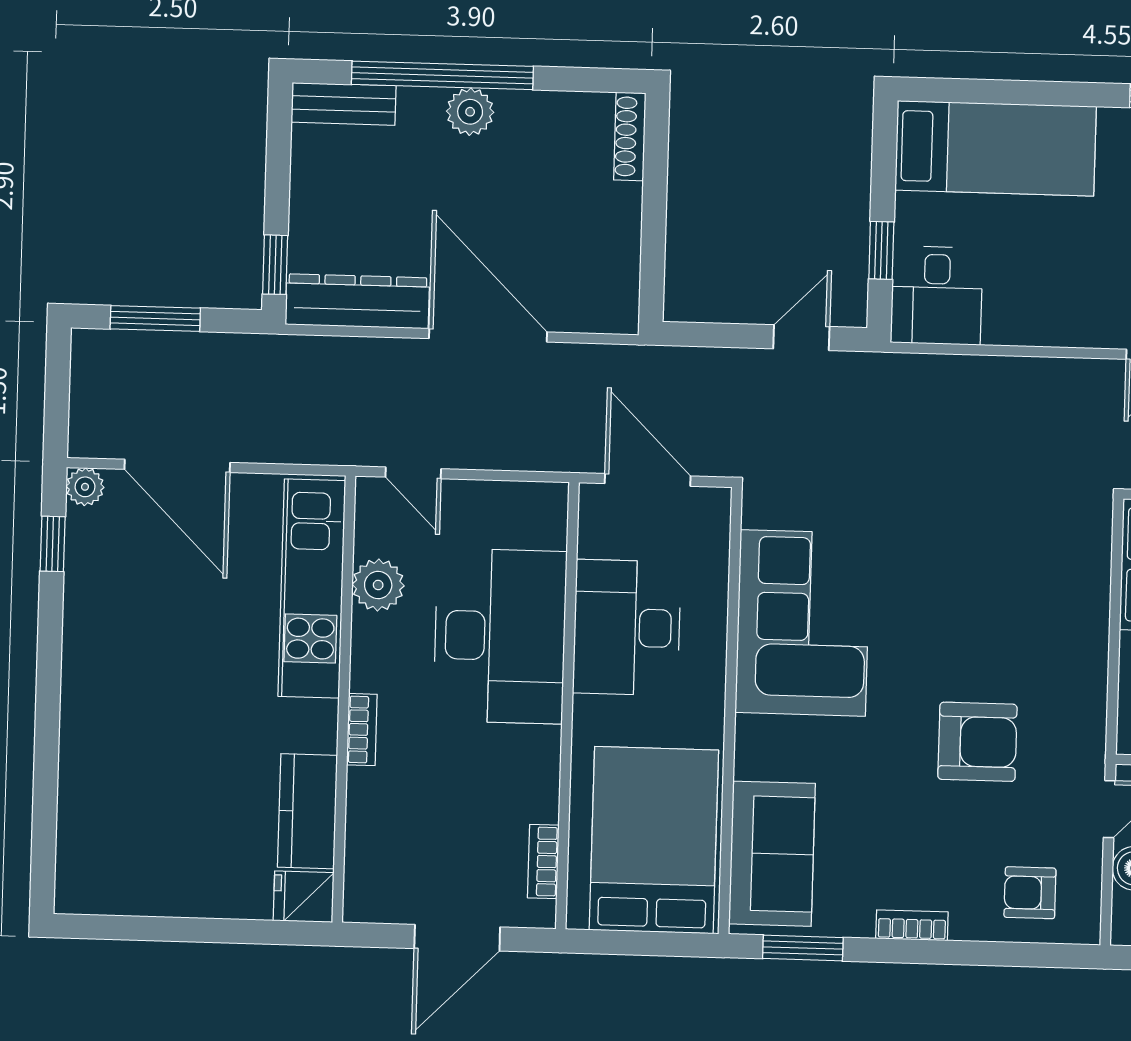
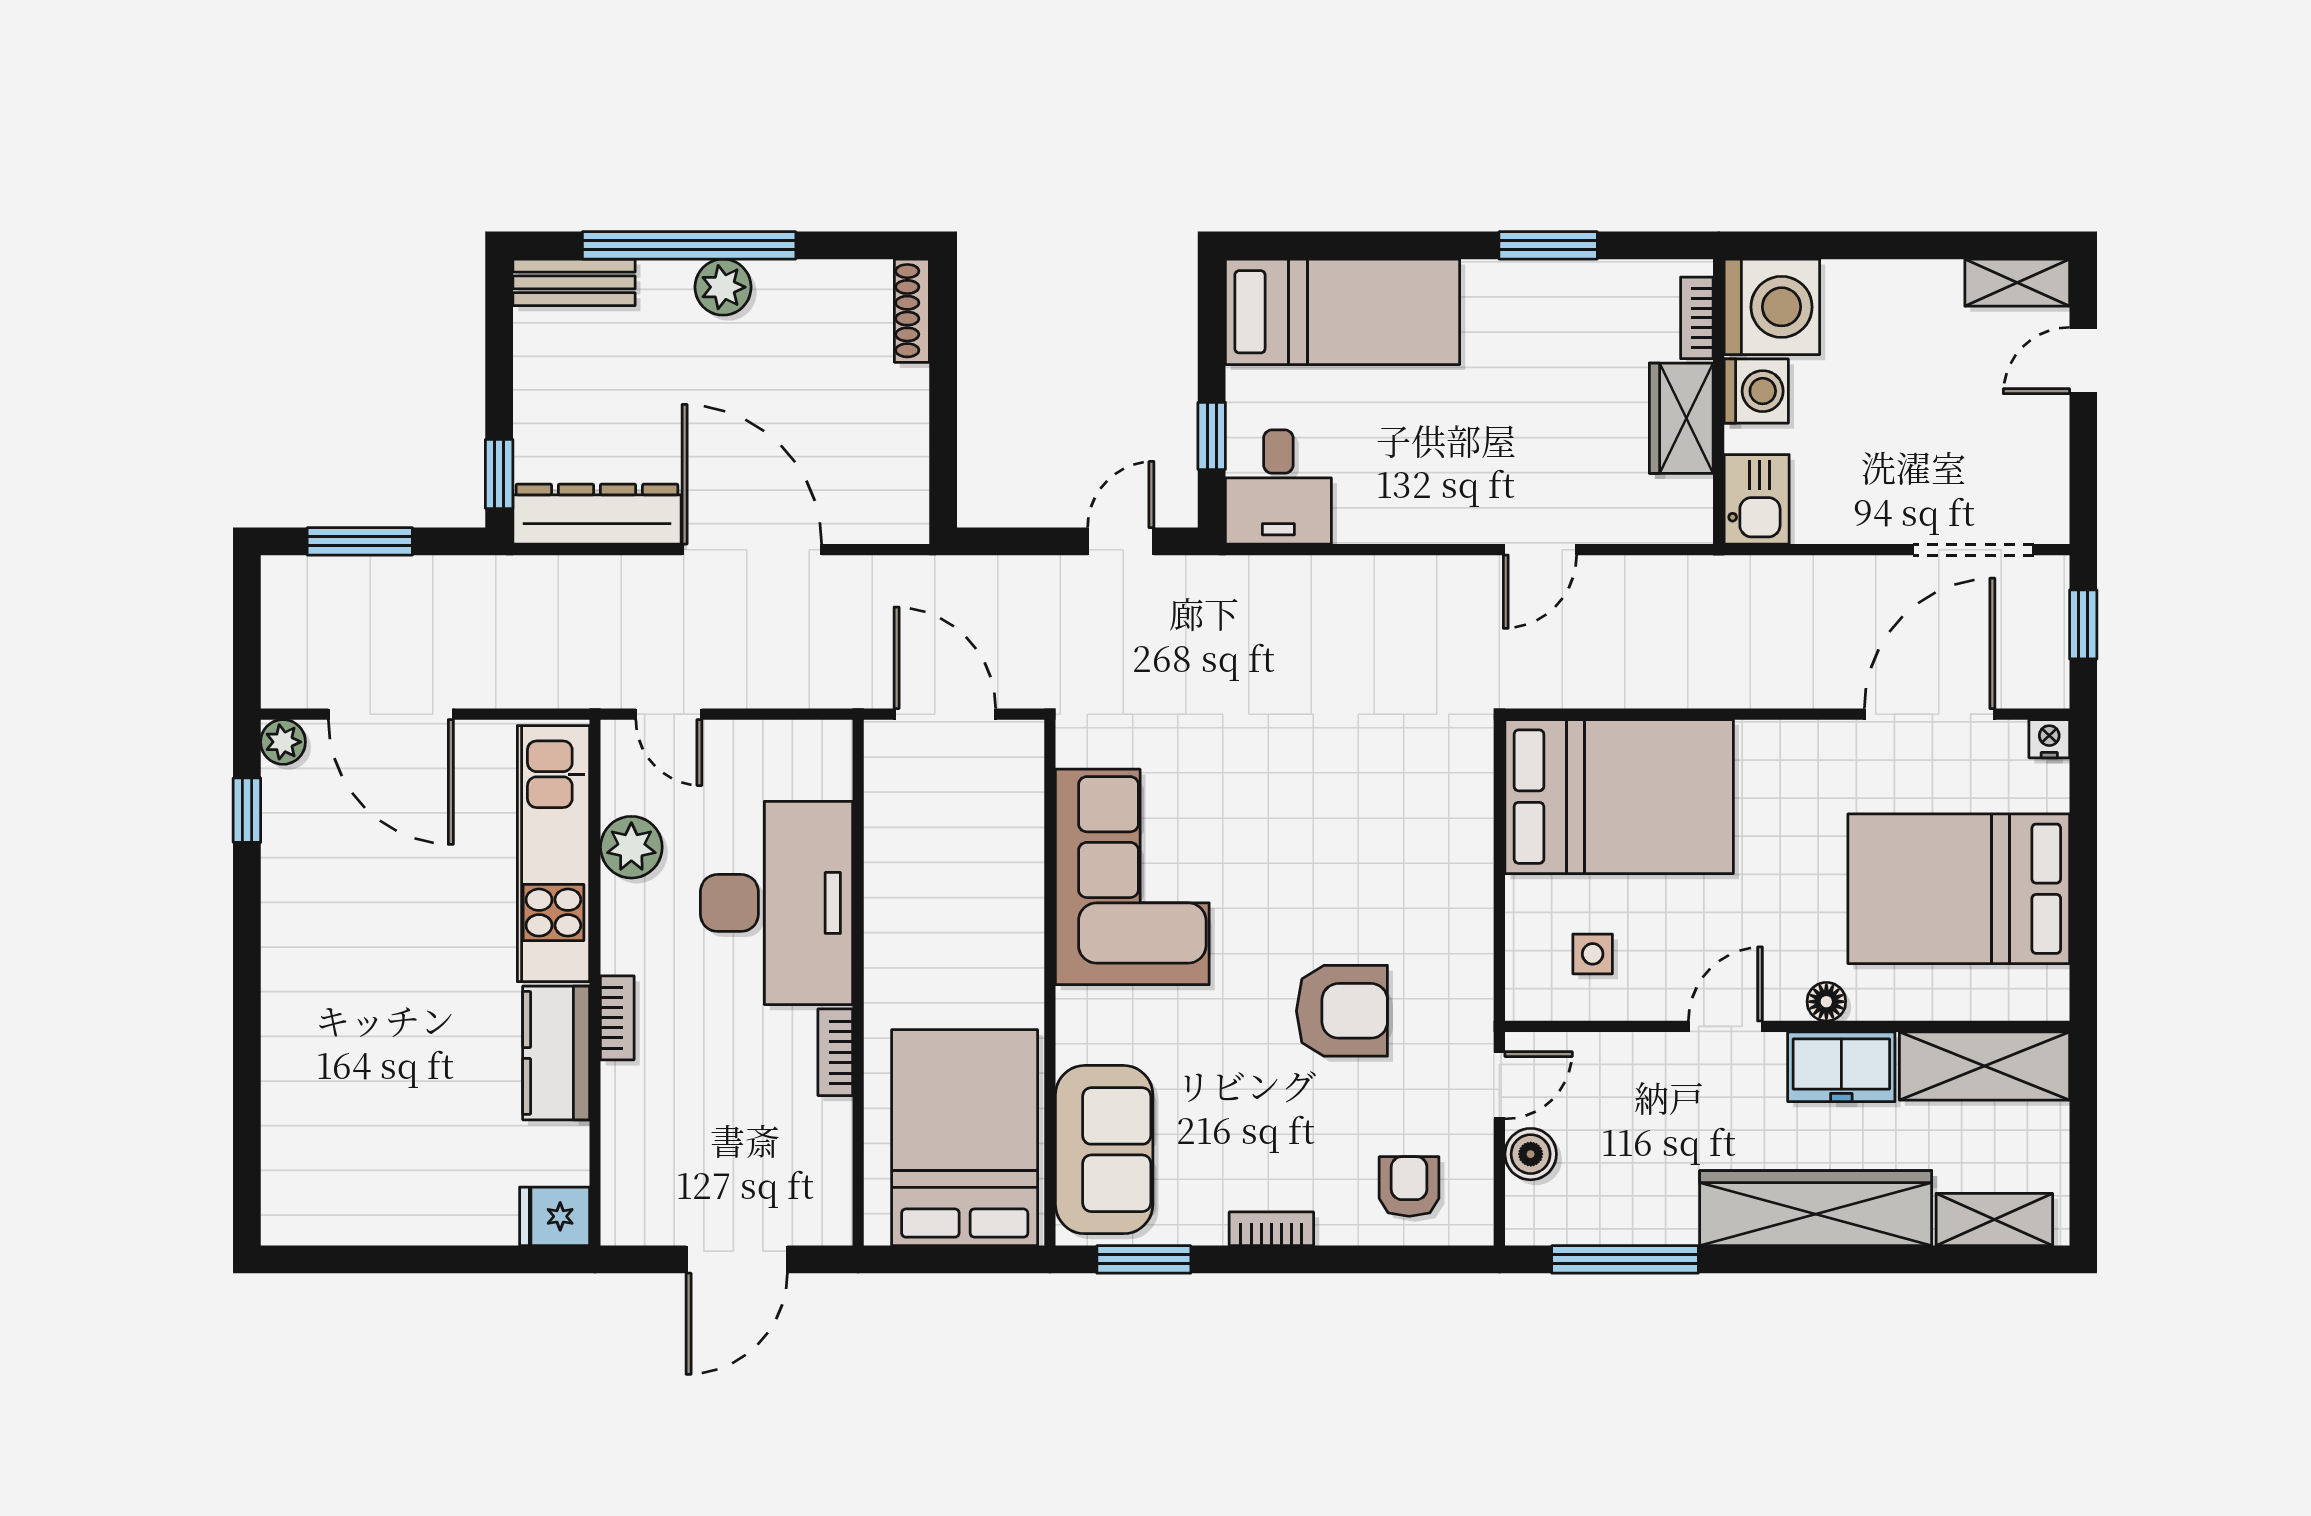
desk: (627, 627) -> (925, 888), removed
kitchen counter: (307, 811) -> (556, 1053), moved
bookcase: (543, 861) -> (835, 1052), moved
armchair: (1030, 893) -> (1409, 1187), turned 90

